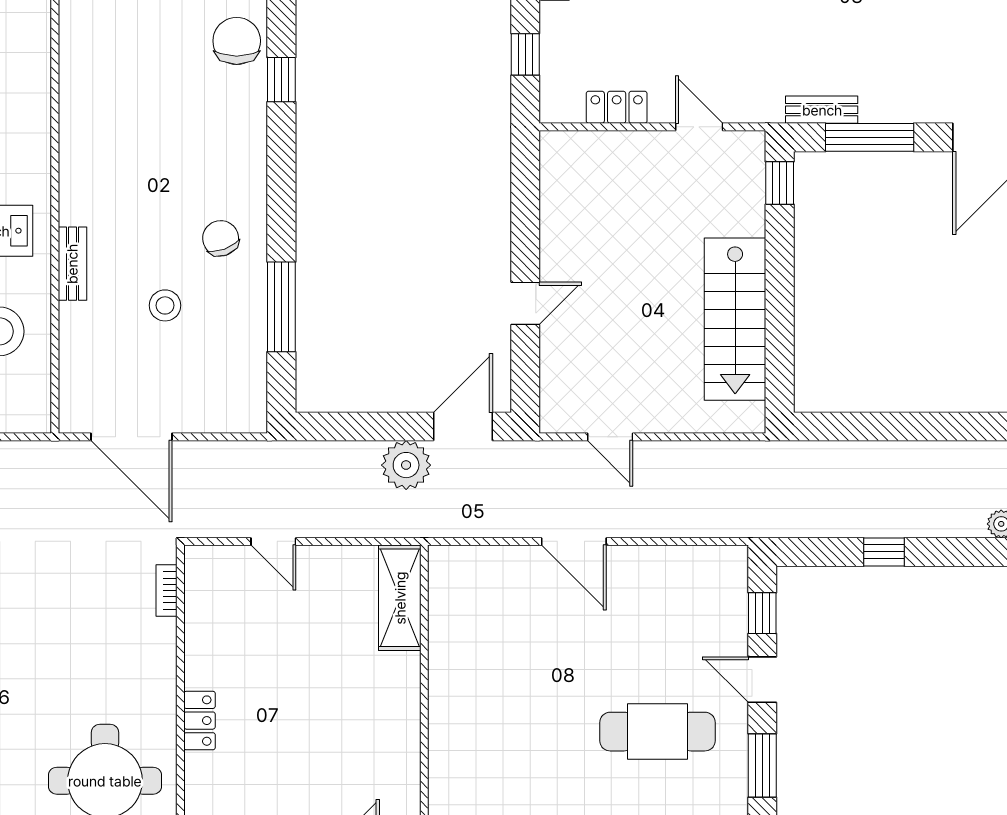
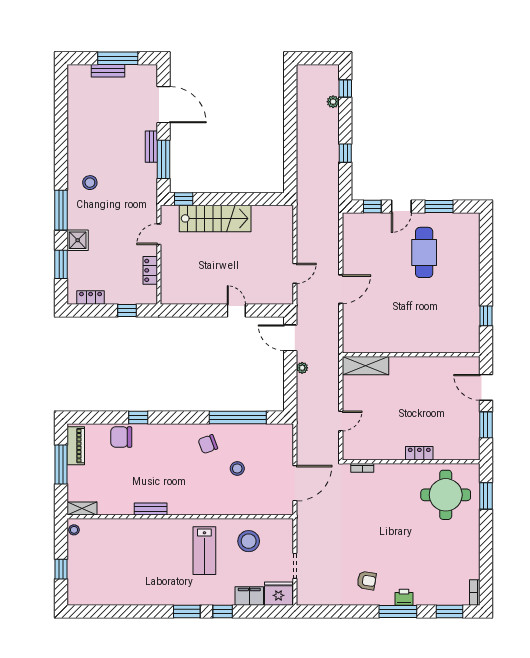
bench: (822, 110) -> (151, 147), moved
bench: (72, 264) -> (151, 509), moved
window: (281, 307) -> (238, 417), width x1.46
stairs: (735, 319) -> (215, 218), moved
plant: (406, 465) -> (302, 368), width x0.53, depth x0.53

